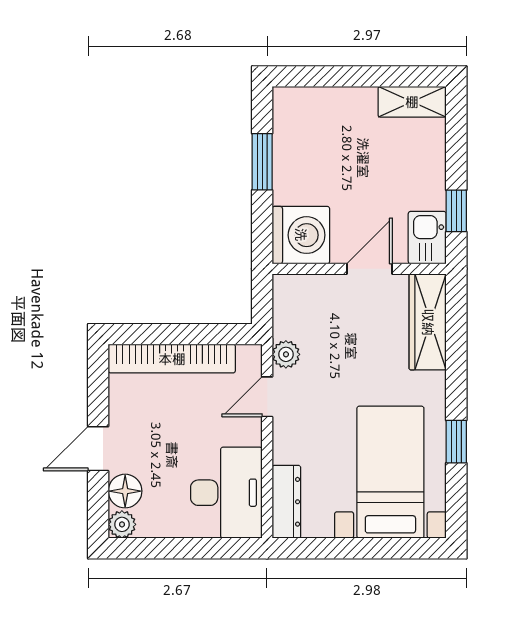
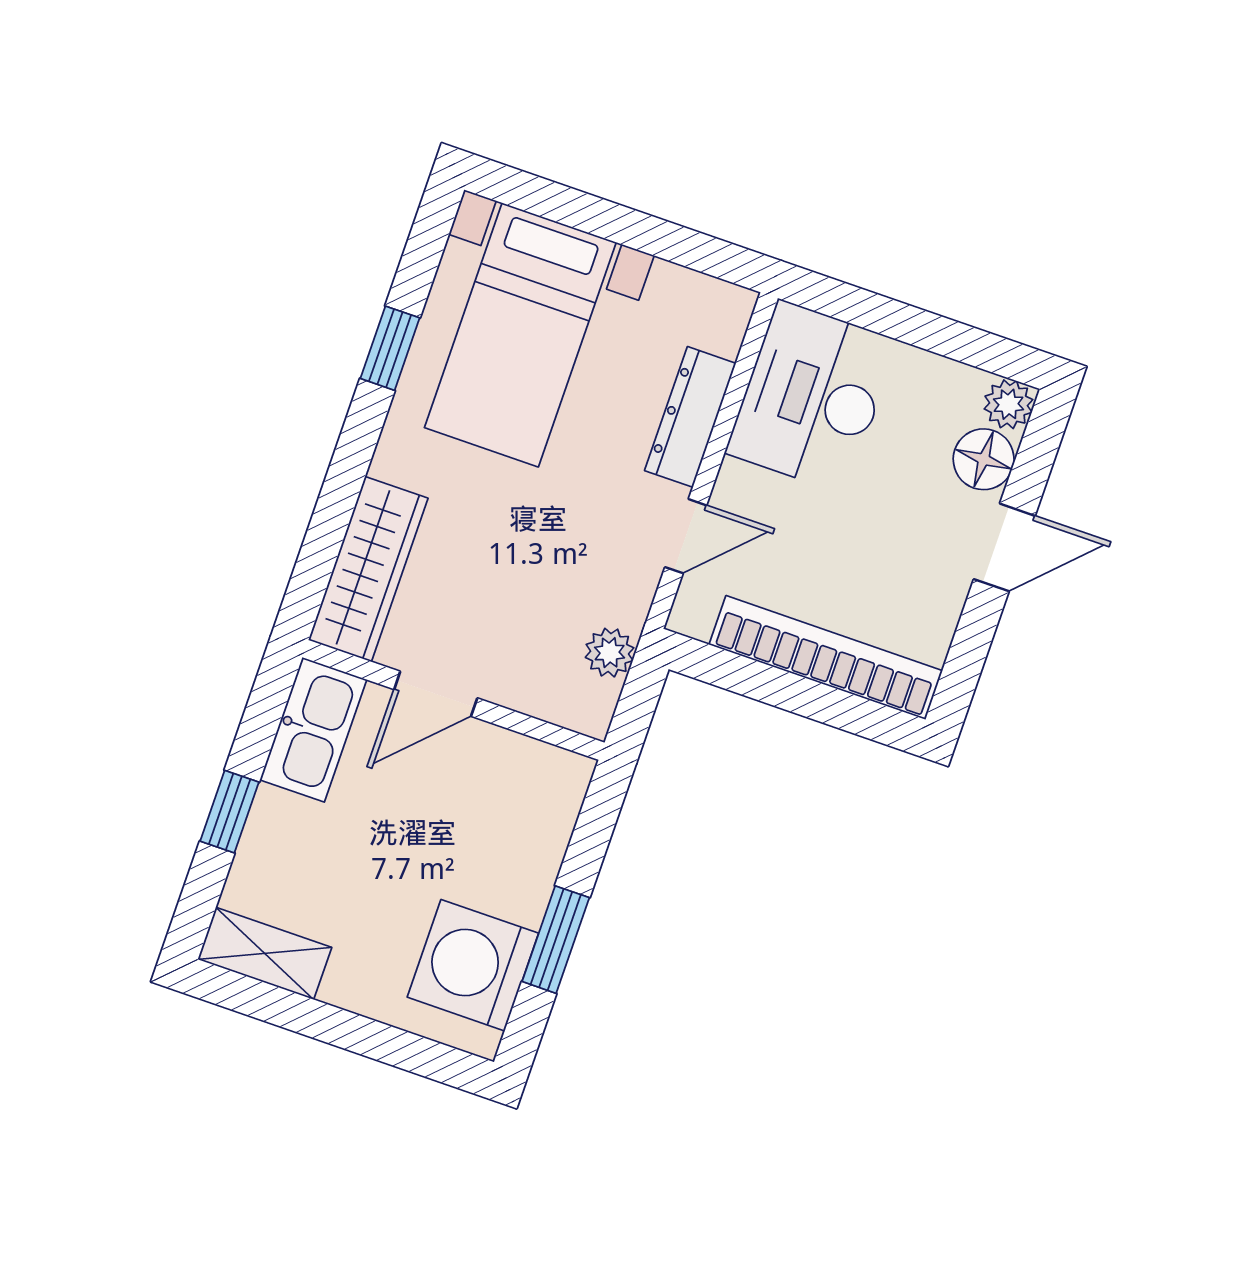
window: (456, 211) -> (230, 812), moved
washing machine: (301, 235) -> (473, 965), moved
kitchen sink: (427, 238) -> (313, 730), width x1.38
plant: (286, 354) -> (610, 653), moved
dresser: (286, 502) -> (690, 417), moved

